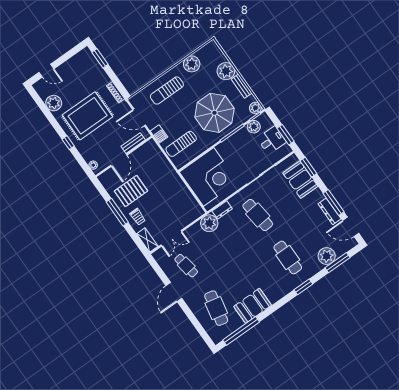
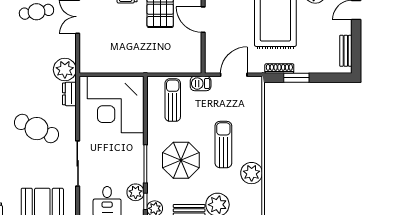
window: (100, 58) -> (296, 78), moved
sun lounger: (167, 91) -> (223, 145), moved
parasol: (214, 113) -> (181, 160), width x0.73, depth x0.73
bench: (133, 143) -> (346, 51), moved
cafe table: (258, 215) -> (36, 129), turned 30

